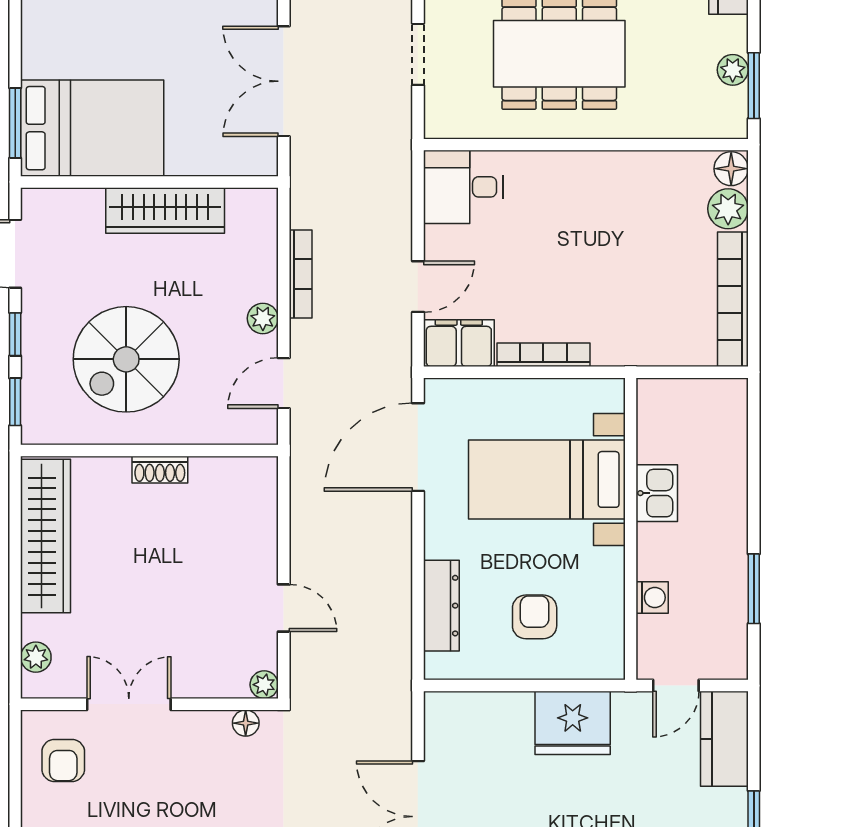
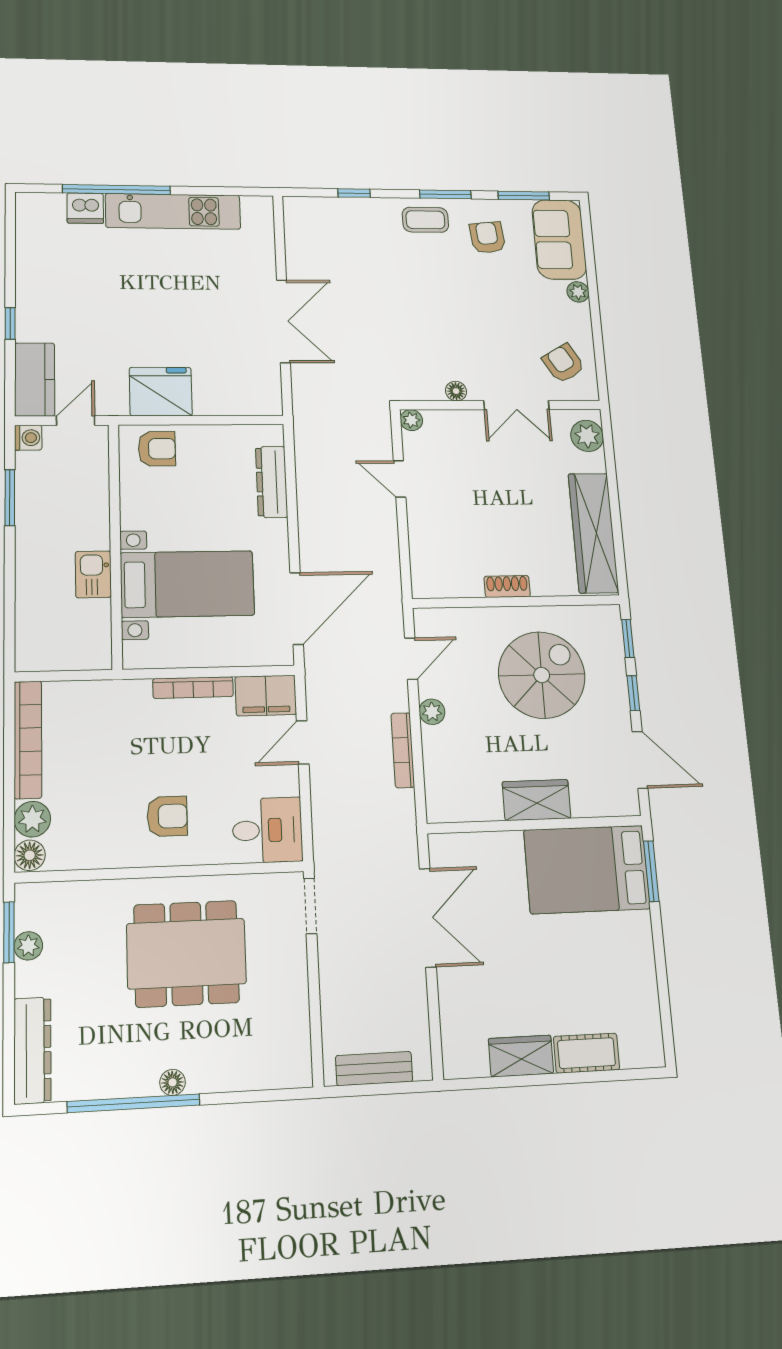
doorway: (418, 54) -> (310, 906), moved
armchair: (577, 207) -> (167, 816), added
wardrobe: (165, 210) -> (537, 800), width x0.67
washing machine: (652, 598) -> (28, 438), moved, turned 180
armchair: (535, 617) -> (157, 449), moved, turned -90
plant: (36, 657) -> (587, 436), width x1.38, depth x1.38
floor lamp: (246, 723) -> (456, 391), moved
armchair: (63, 760) -> (563, 363), turned -31

